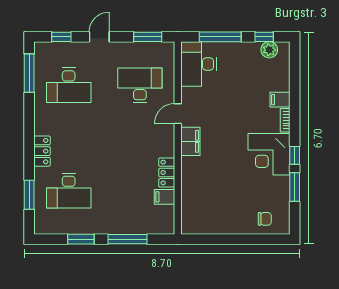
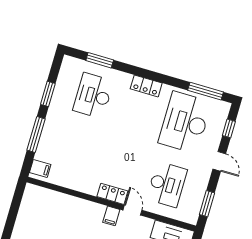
desk: (69, 85) -> (185, 122), width x1.36, depth x1.30
filing cabinet: (190, 141) -> (111, 216), width x0.50
locker: (42, 151) -> (146, 86), moved
locker: (167, 172) -> (112, 194), moved
filing cabinet: (164, 197) -> (40, 169), moved, turned 90

